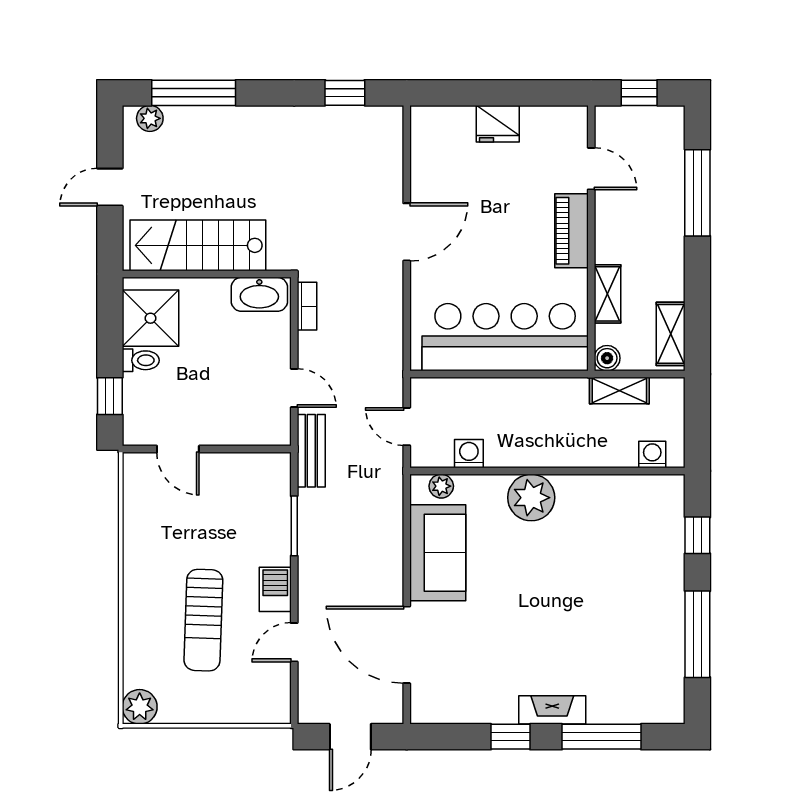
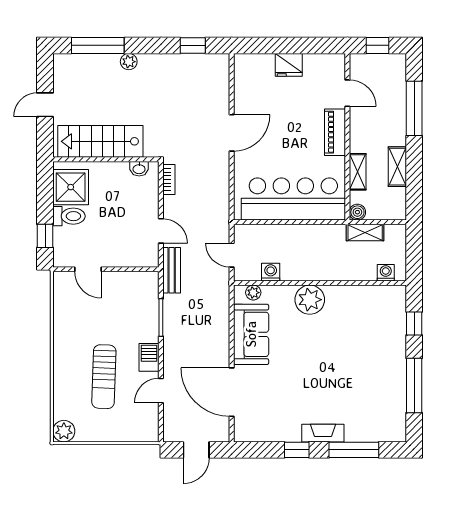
plant: (150, 118) -> (129, 62), moved
washbasin: (259, 294) -> (139, 169), width x0.52, depth x0.69
shelving: (671, 334) -> (397, 167), moved
toilet: (141, 360) -> (69, 216), width x1.37, depth x1.39

